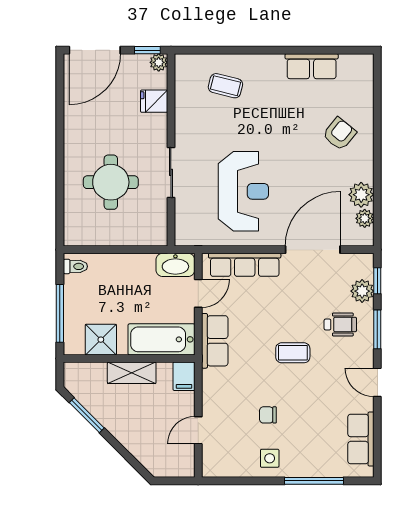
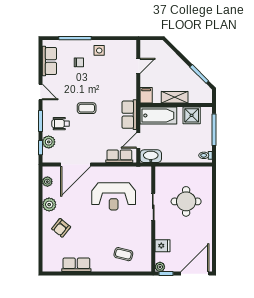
reception desk: (243, 191) -> (114, 196), turned -90
plant: (361, 195) -> (49, 205), moved
row of seats: (245, 265) -> (119, 156), width x0.68
chair: (268, 415) -> (79, 62), moved

